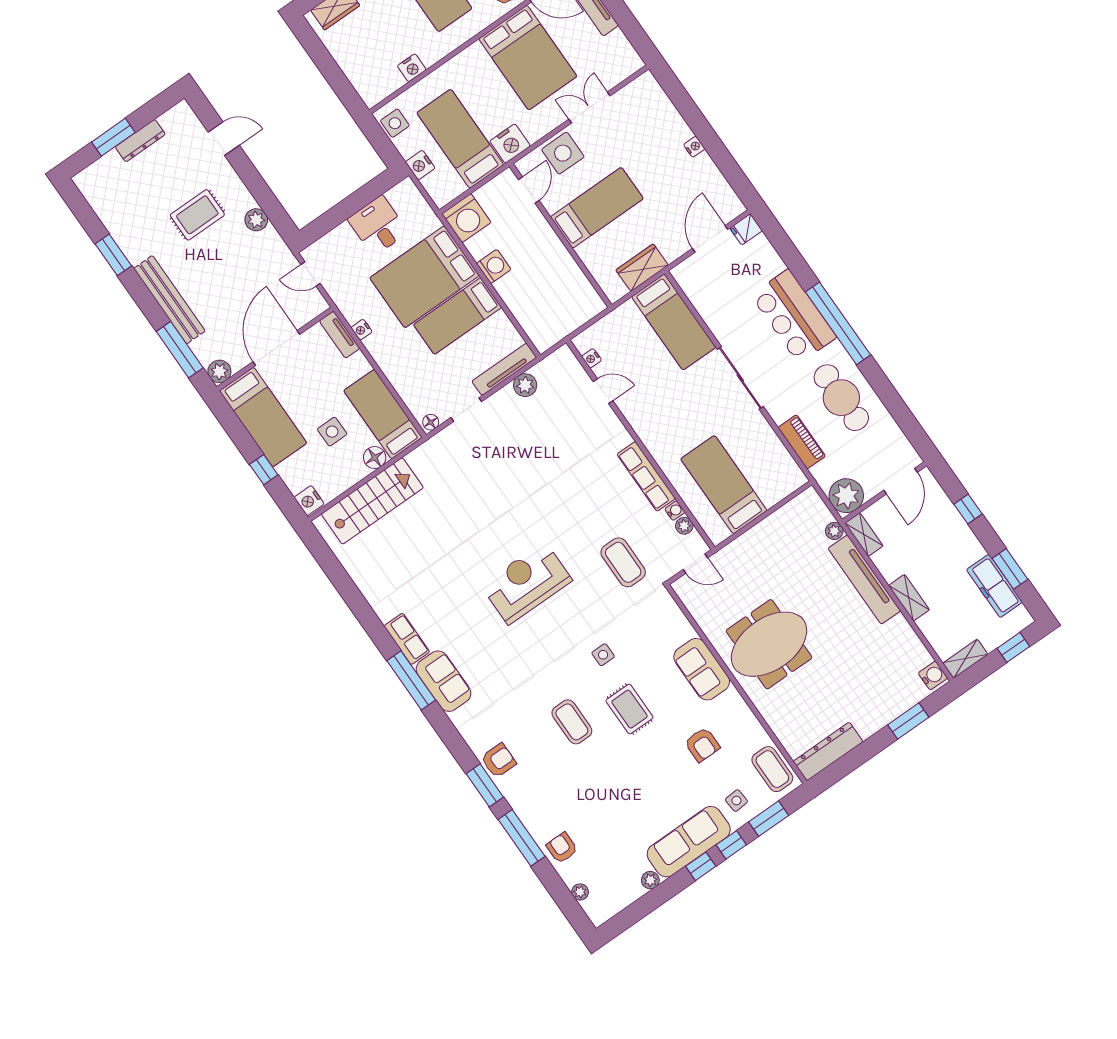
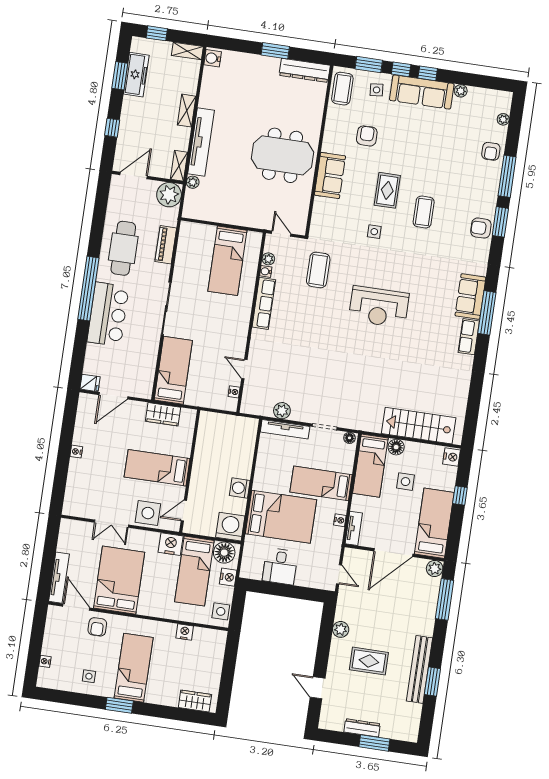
floor lamp: (448, 186) -> (224, 553), added
bench: (169, 300) -> (420, 669), moved
bed: (458, 316) -> (321, 483), moved, turned 180
window: (908, 721) -> (275, 51), moved

